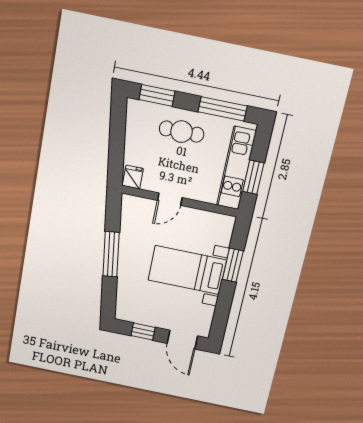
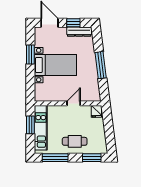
window: (233, 265) -> (30, 54), moved
dresser: (137, 316) -> (79, 32), added

